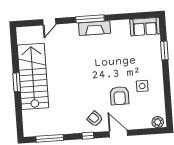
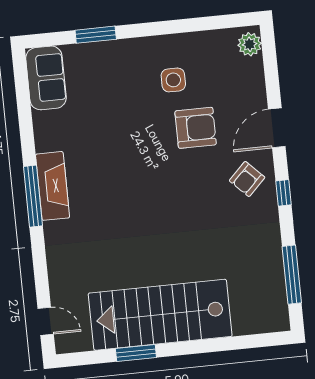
door: (49, 22) -> (46, 321), moved
window: (17, 82) -> (136, 353), moved

